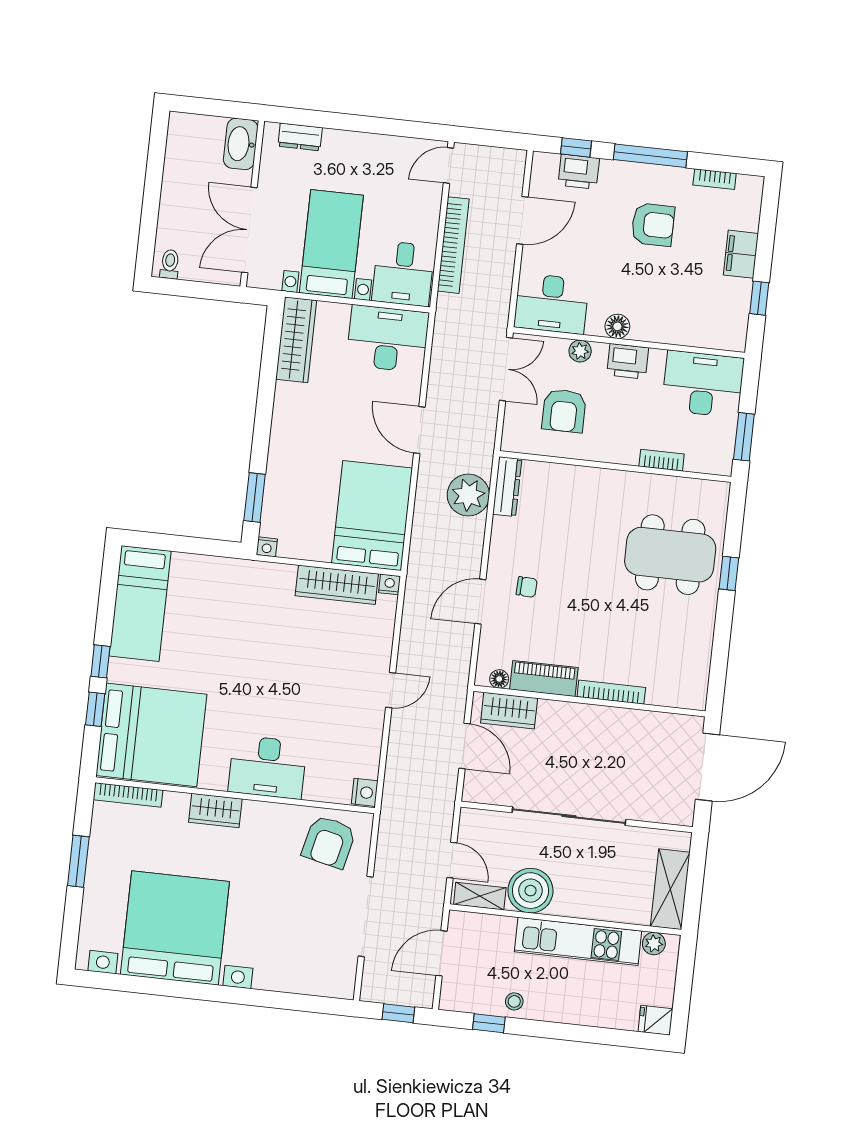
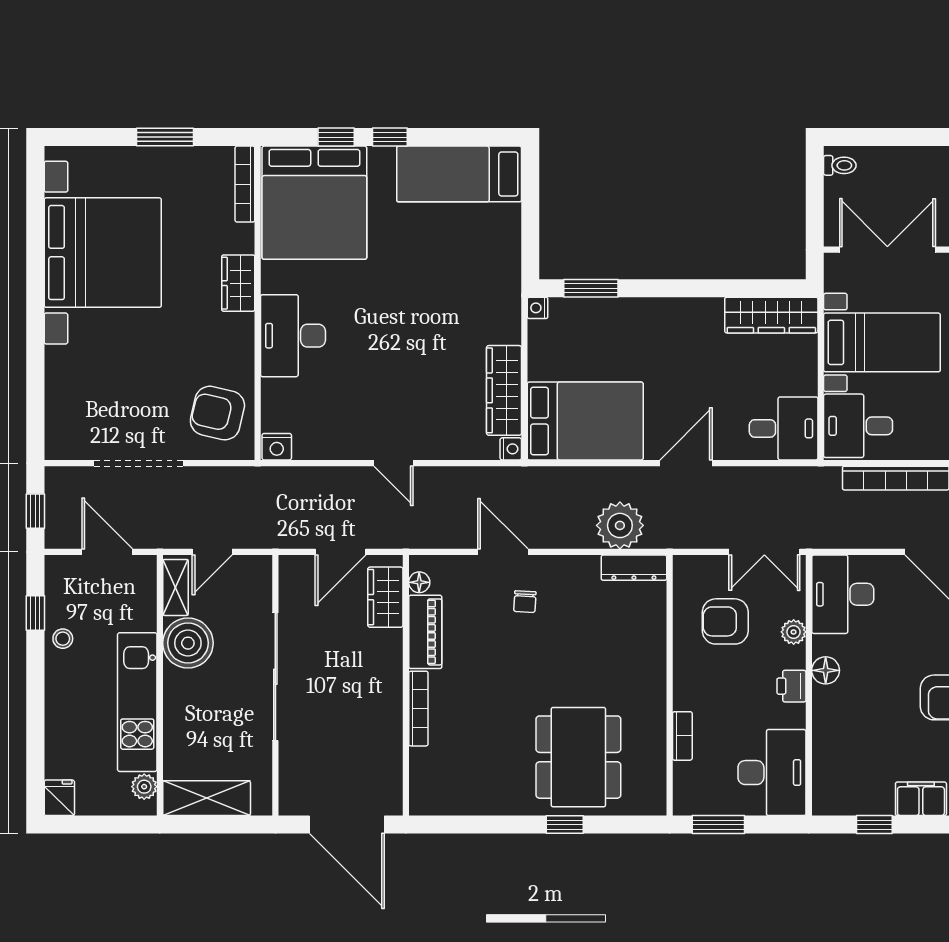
desk: (388, 339) -> (784, 428), width x0.73
printer: (628, 361) -> (791, 686), width x0.73, depth x0.81

